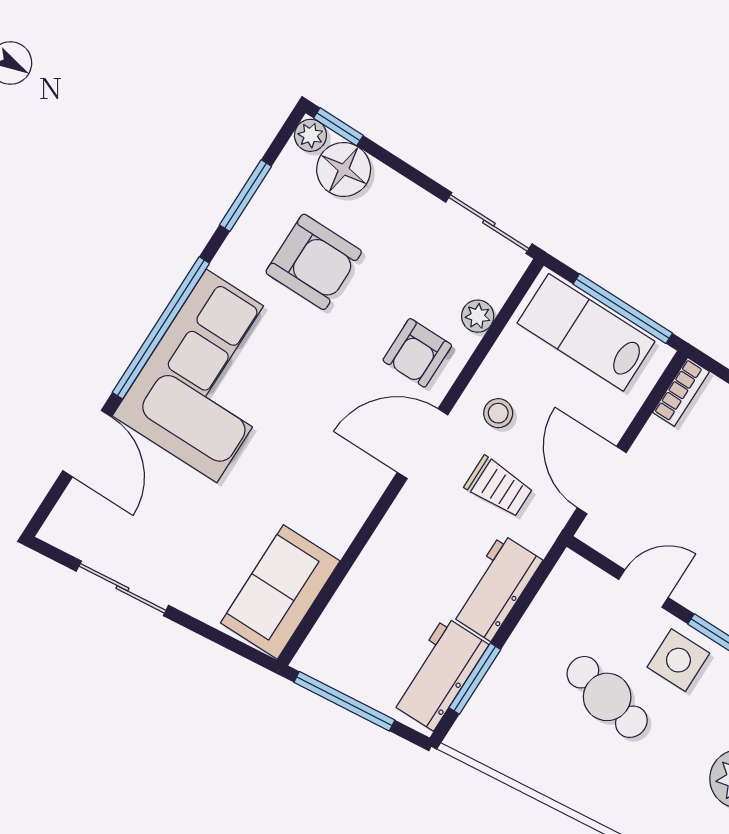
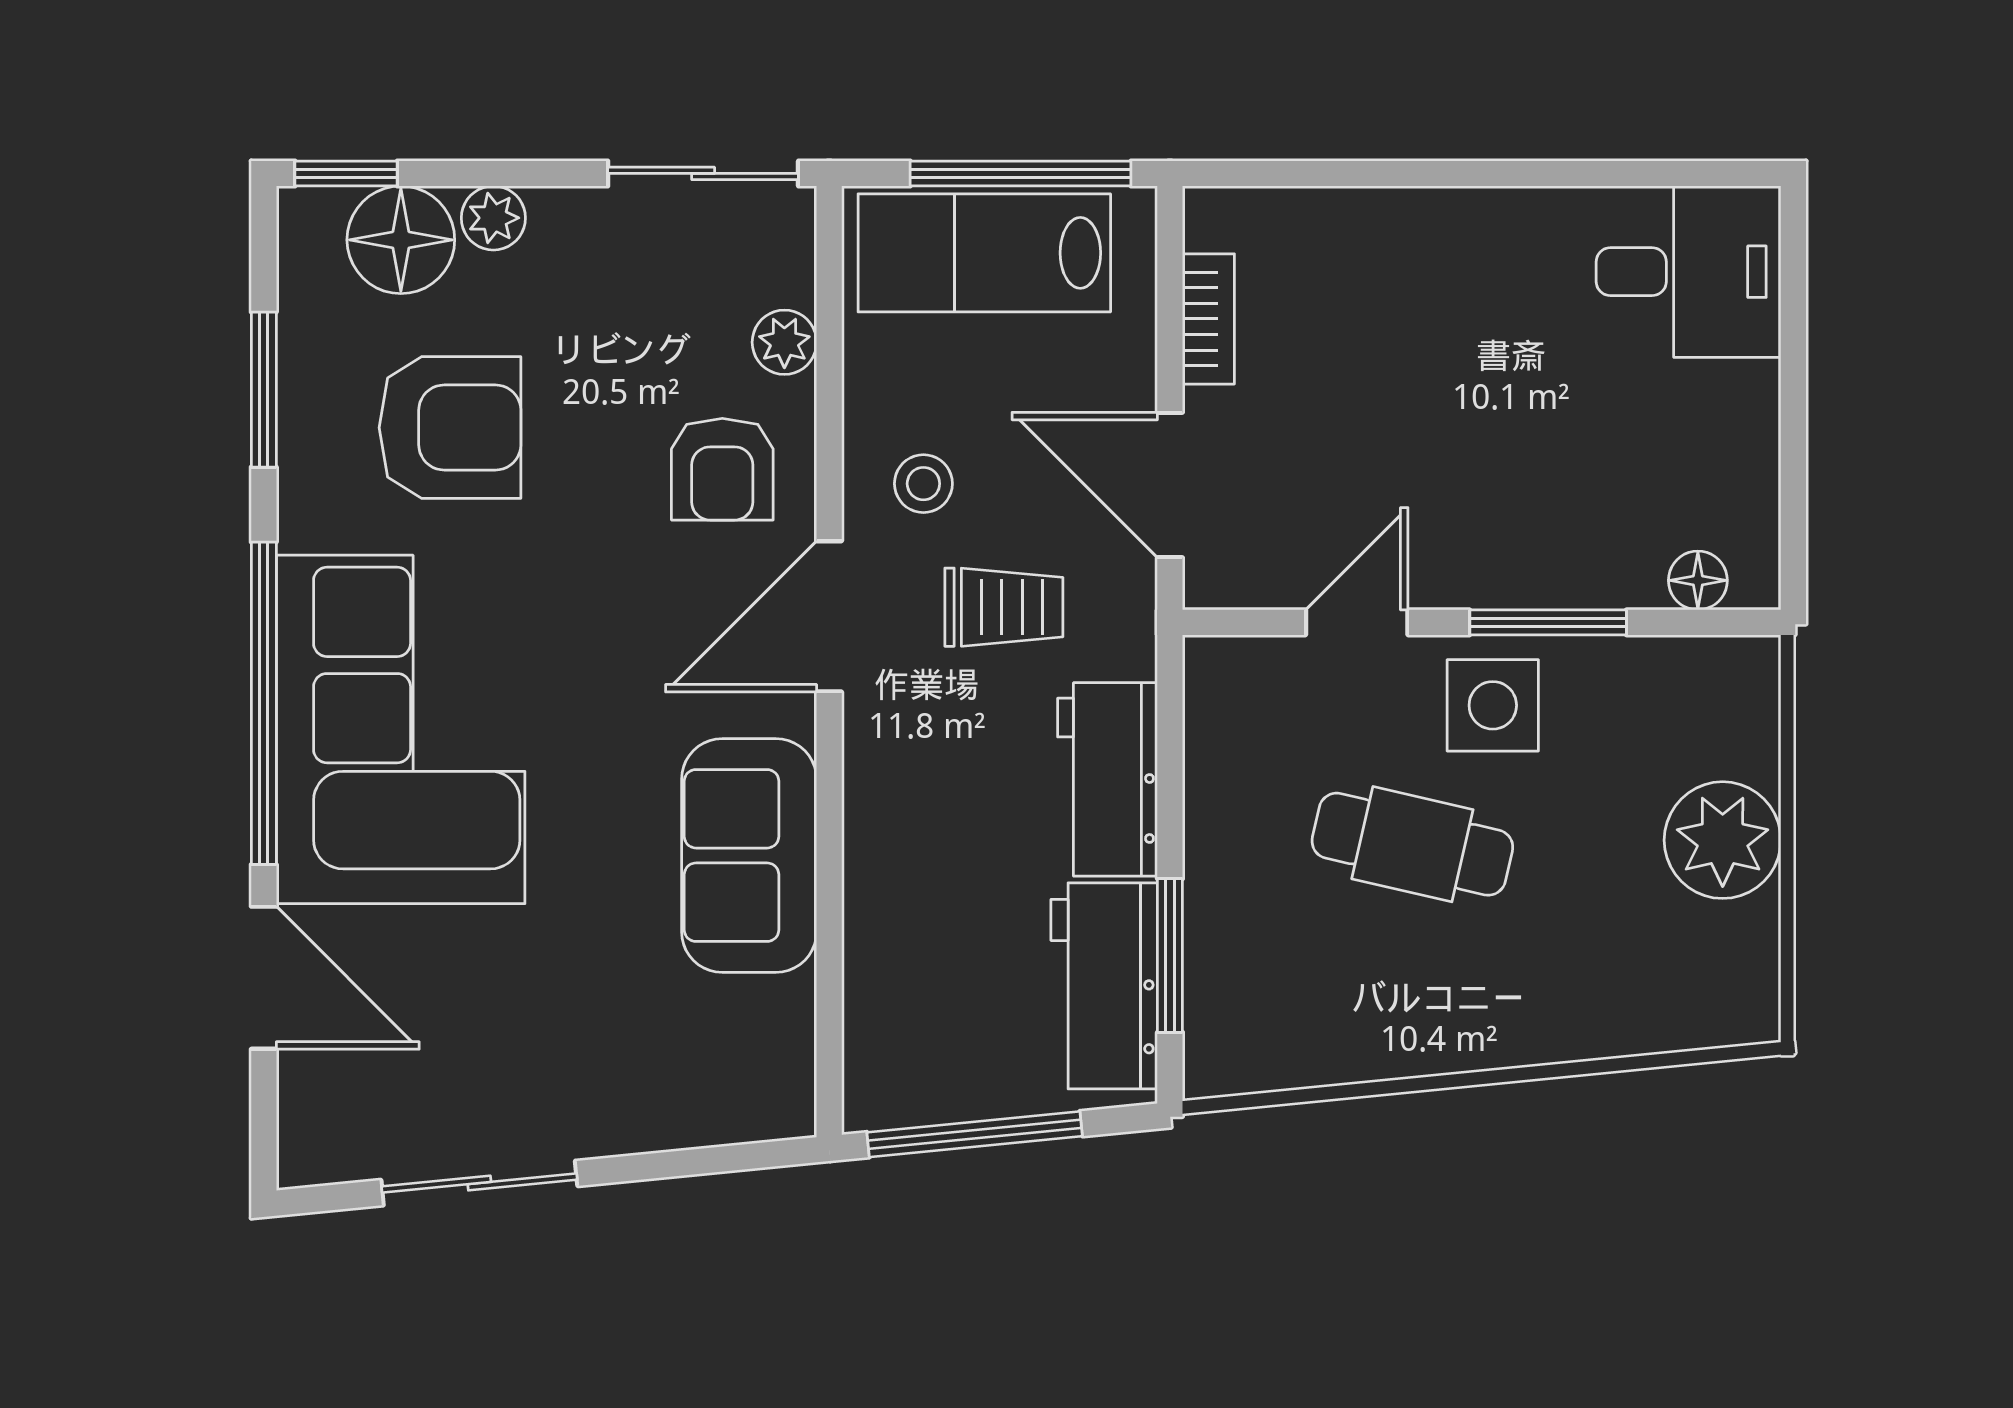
plant: (310, 135) -> (493, 218), moved
bookcase: (681, 392) -> (1208, 319), moved
sofa: (280, 592) -> (749, 855), moved

